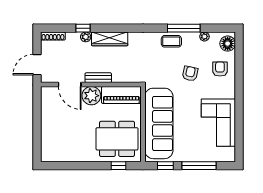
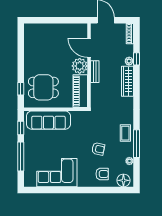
door: (70, 85) -> (89, 48), hinge flipped
sofa: (159, 123) -> (48, 120), width x0.74, depth x0.79
dining table: (117, 139) -> (43, 87), width x0.73

